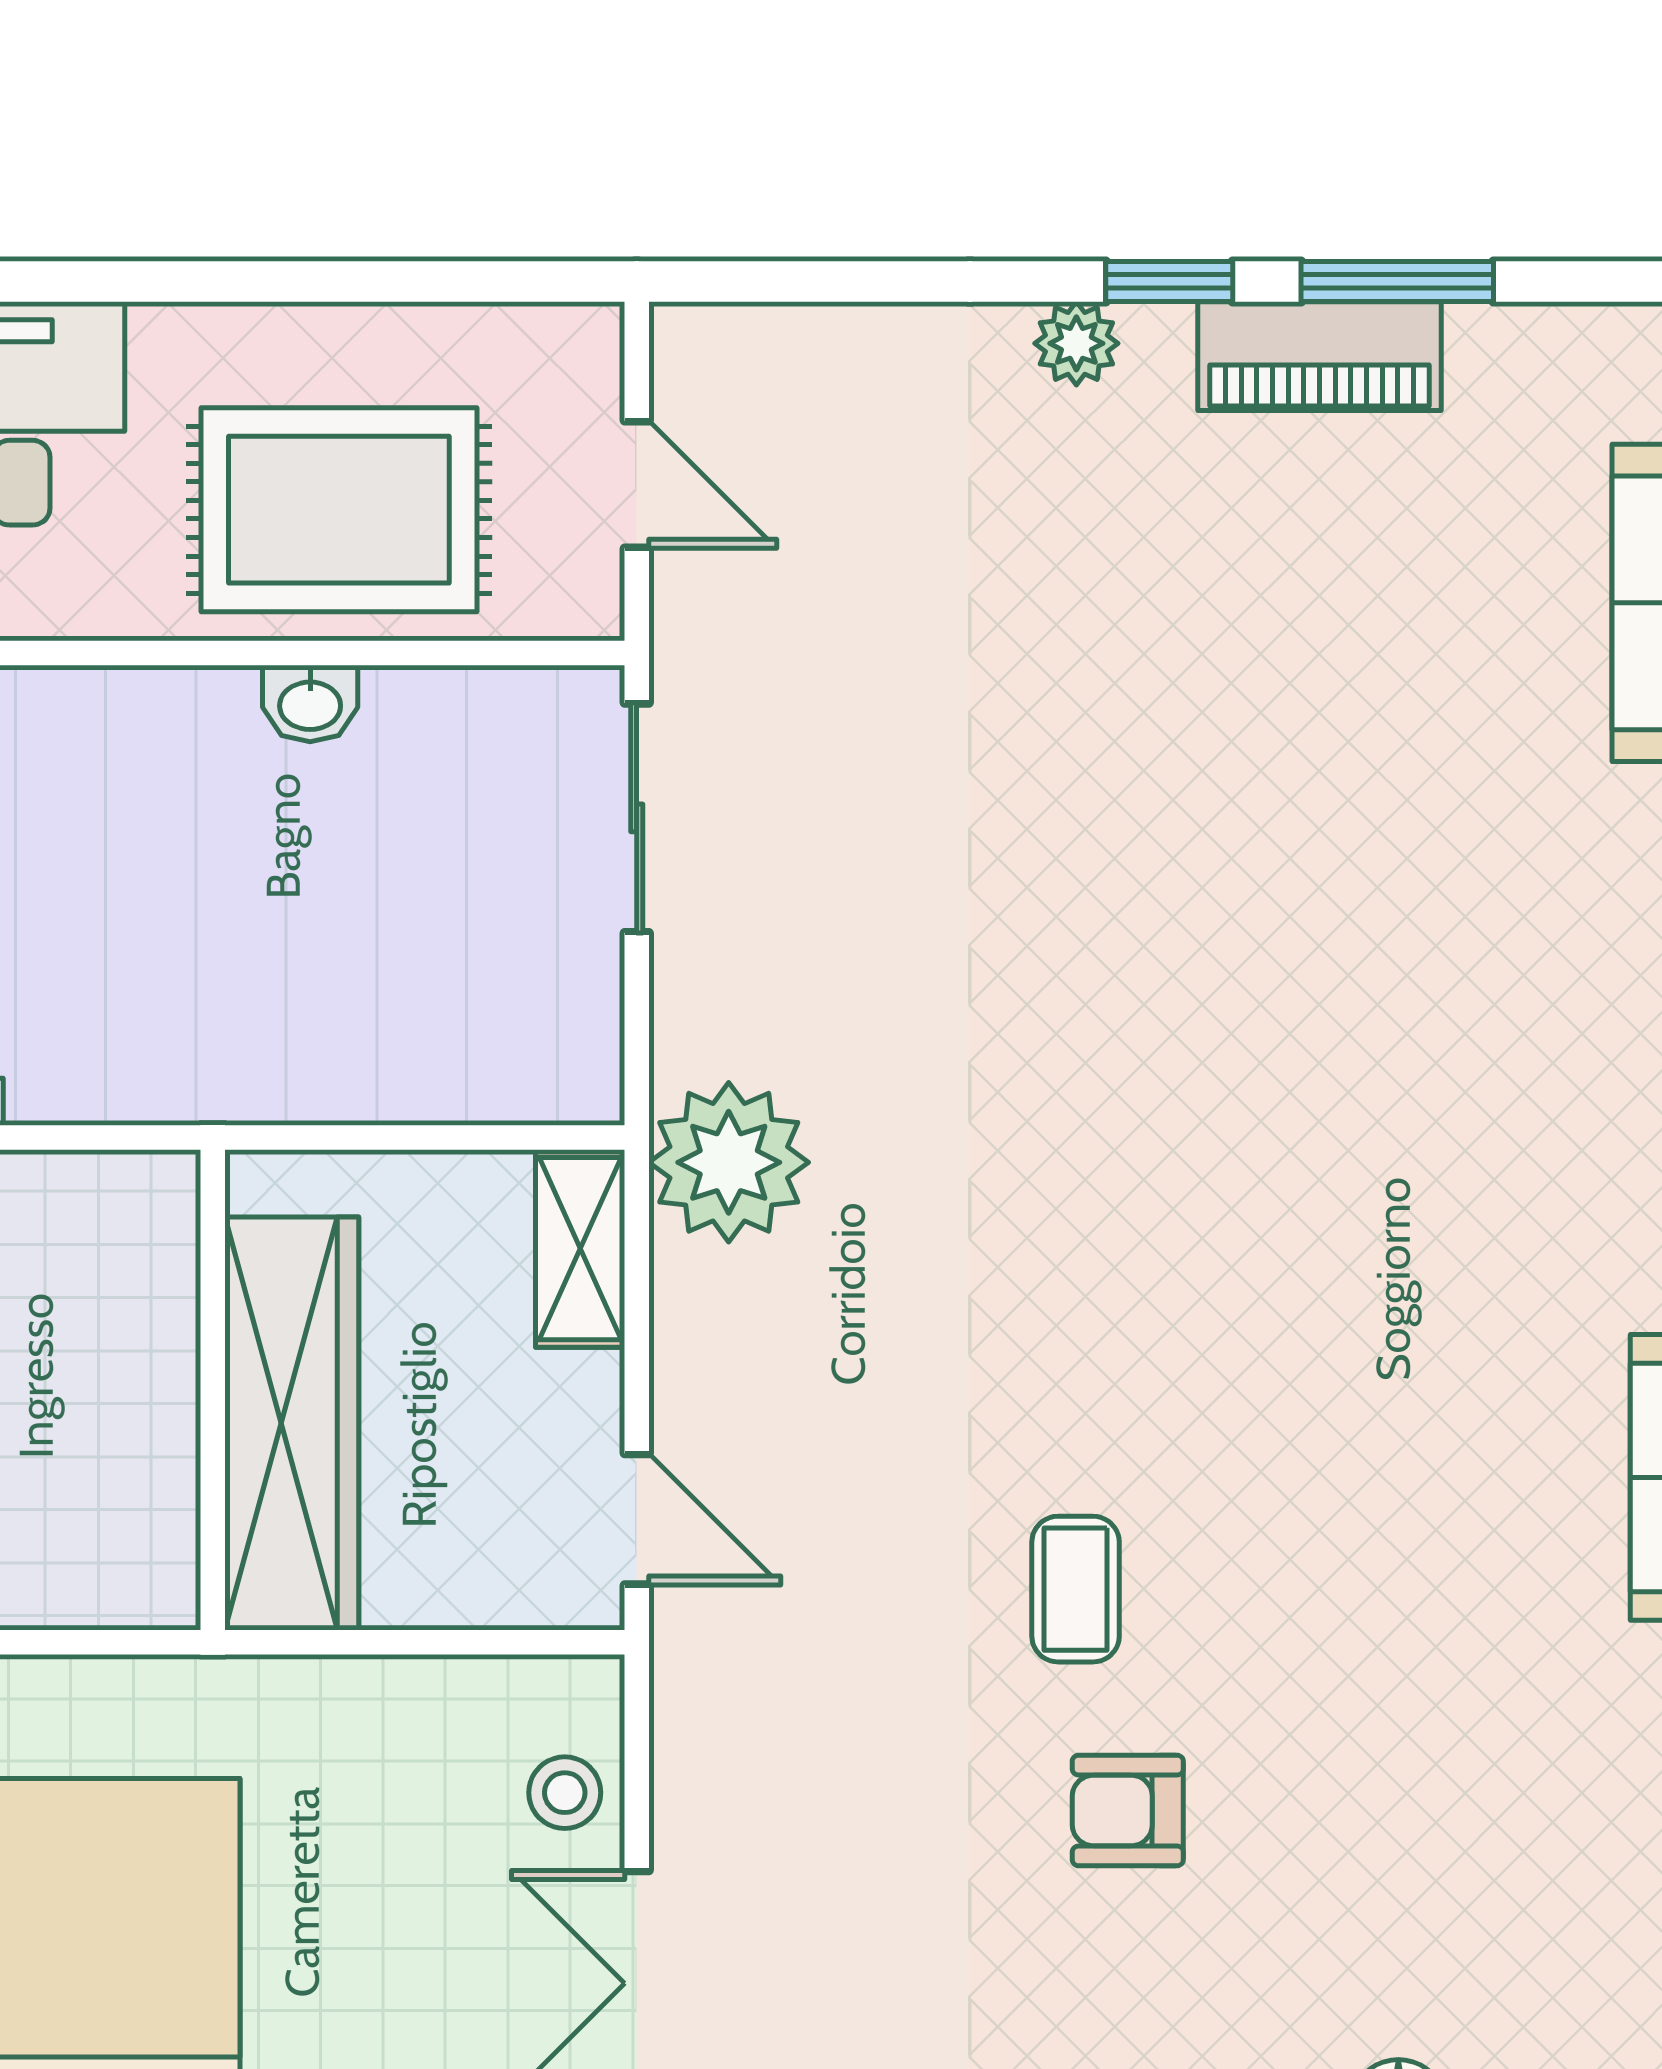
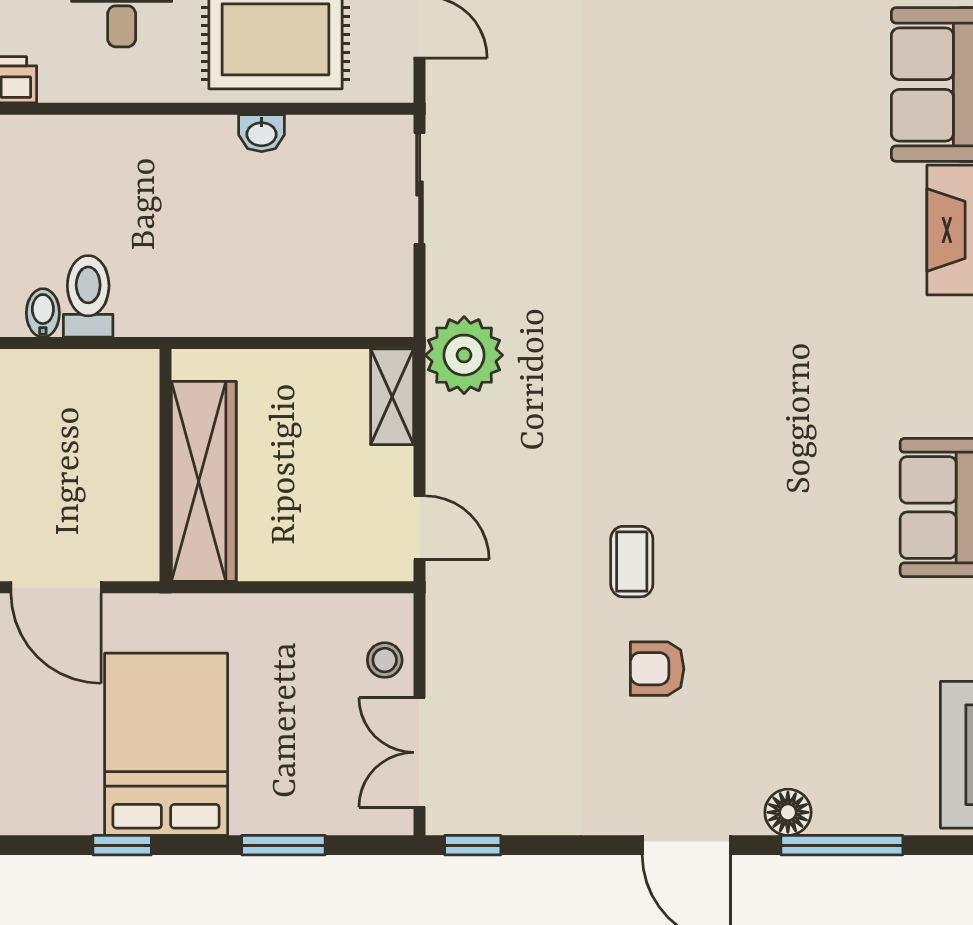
wall: (213, 1390) -> (166, 465), moved
wardrobe: (292, 1423) -> (204, 481), moved

